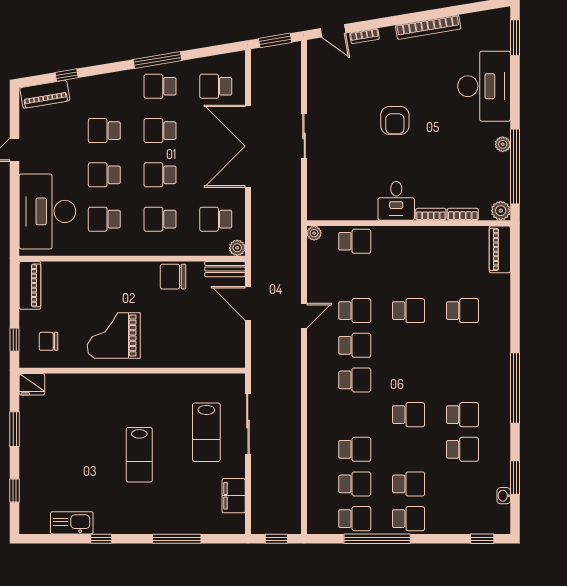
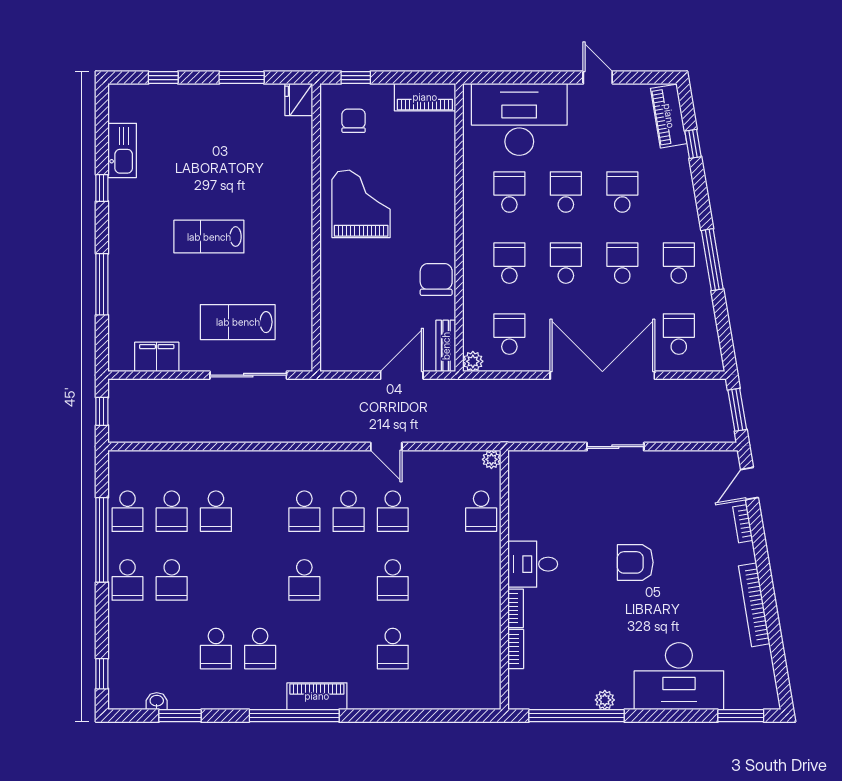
plant: (501, 211) -> (520, 697), removed
piano: (500, 249) -> (317, 696), moved
school desk: (409, 415) -> (304, 580), moved

